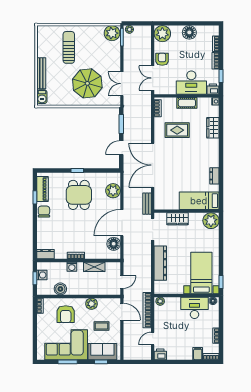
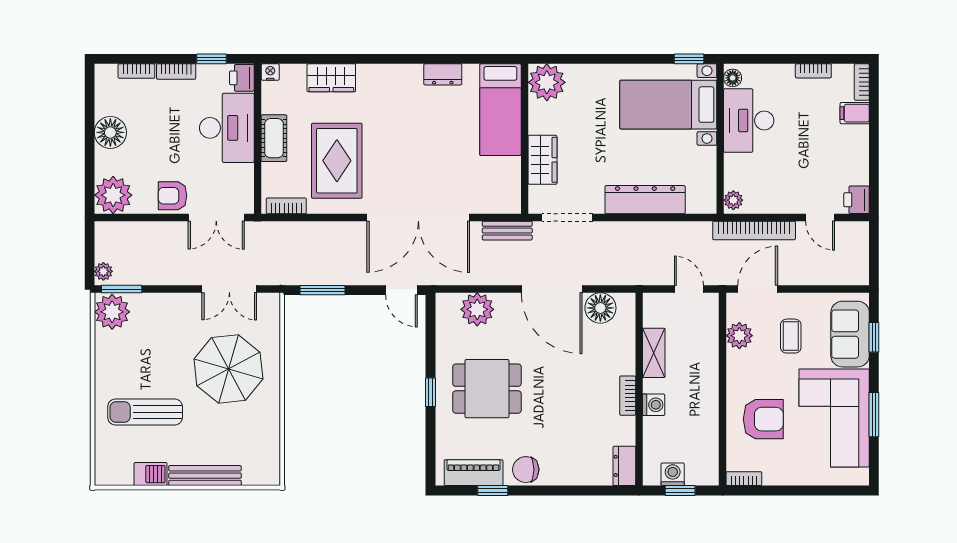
barbecue: (42, 97) -> (151, 474), moved
rug: (177, 130) -> (337, 161), width x1.36, depth x1.43
door: (121, 148) -> (401, 290), moved
boiler: (60, 289) -> (705, 431), removed
plant: (91, 304) -> (739, 336), moved

